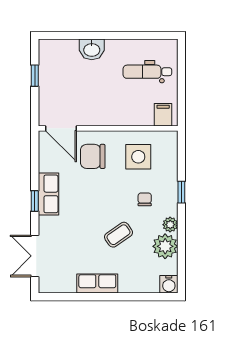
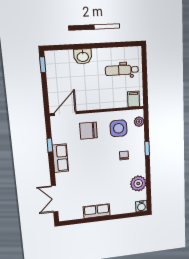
window: (35, 76) -> (43, 65), moved
door: (61, 128) -> (65, 113), swing flipped
window: (35, 201) -> (50, 145), moved
plant: (170, 225) -> (139, 122), moved
coffee table: (118, 235) -> (108, 180), removed

